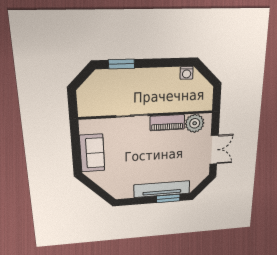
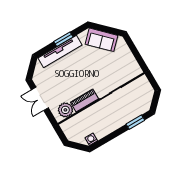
sofa: (92, 153) -> (101, 40), moved, turned -45
window: (168, 198) -> (63, 39), moved

